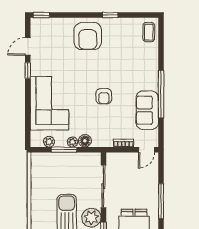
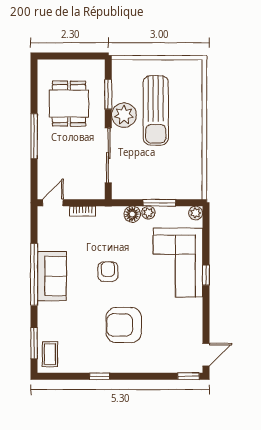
armchair: (88, 36) -> (124, 325), moved, turned -90
window: (161, 41) -> (34, 343), added
door: (28, 46) -> (206, 355), moved
window: (28, 70) -> (206, 275), moved
sofa: (147, 110) -> (52, 276), moved
plant: (49, 142) -> (196, 213), moved

